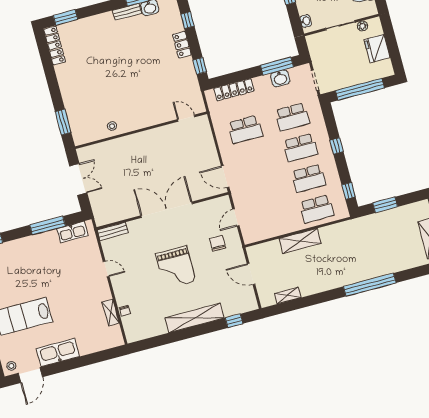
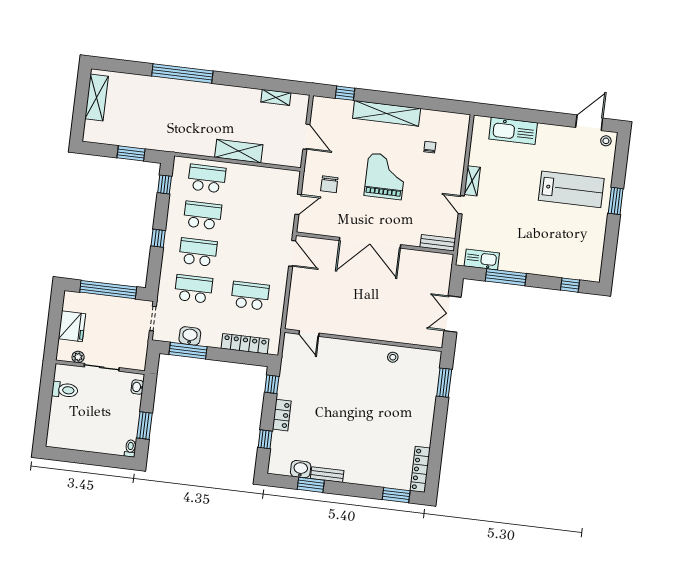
chair: (125, 311) -> (430, 147), moved
shelving: (111, 312) -> (472, 181), moved
kitchen sink: (58, 352) -> (513, 131), moved

